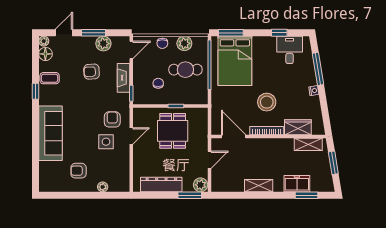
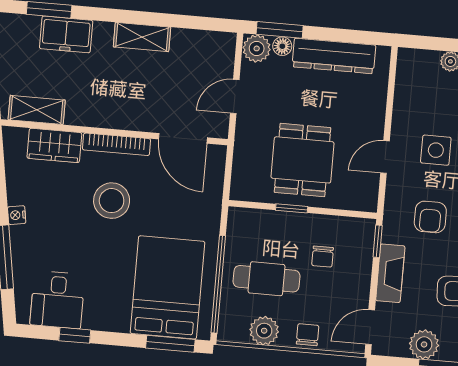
armchair: (112, 119) -> (430, 217), moved
floor lamp: (188, 187) -> (282, 46), added

